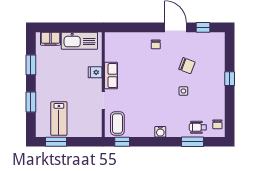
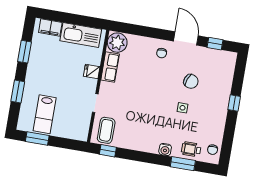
plant: (114, 42) -> (117, 43), added
row of seats: (111, 76) -> (110, 67), moved
water cooler: (160, 132) -> (165, 150), moved

